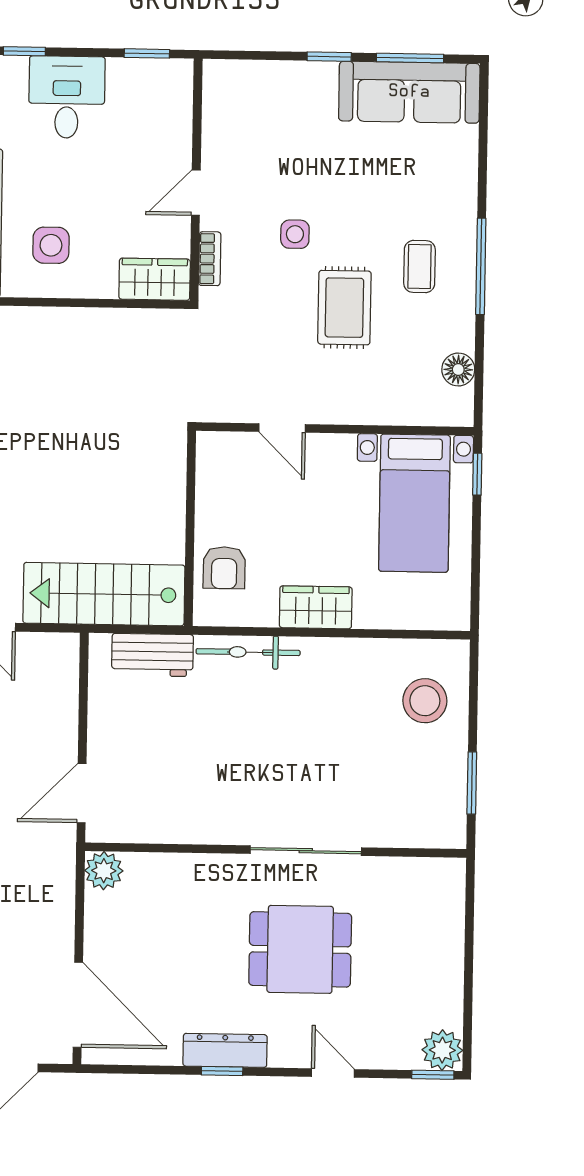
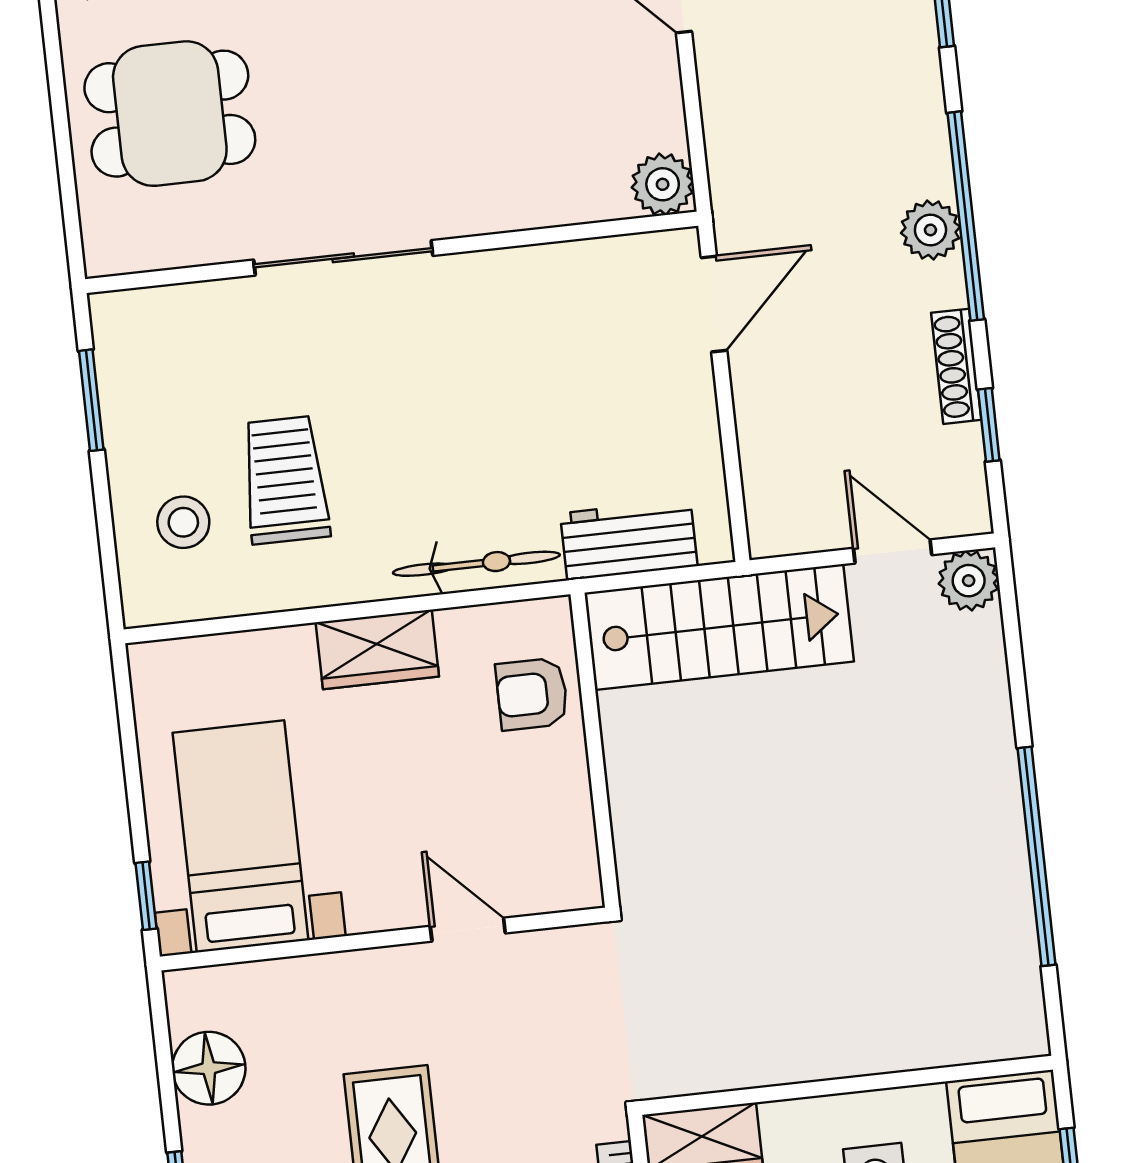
floor lamp: (458, 370) -> (209, 1068), width x1.38, depth x1.38
armchair: (224, 568) -> (532, 694), turned -90
stool: (425, 701) -> (183, 522), width x0.73, depth x0.73
trolley: (359, 719) -> (285, 480), added
dining table: (300, 949) -> (170, 114), moved

